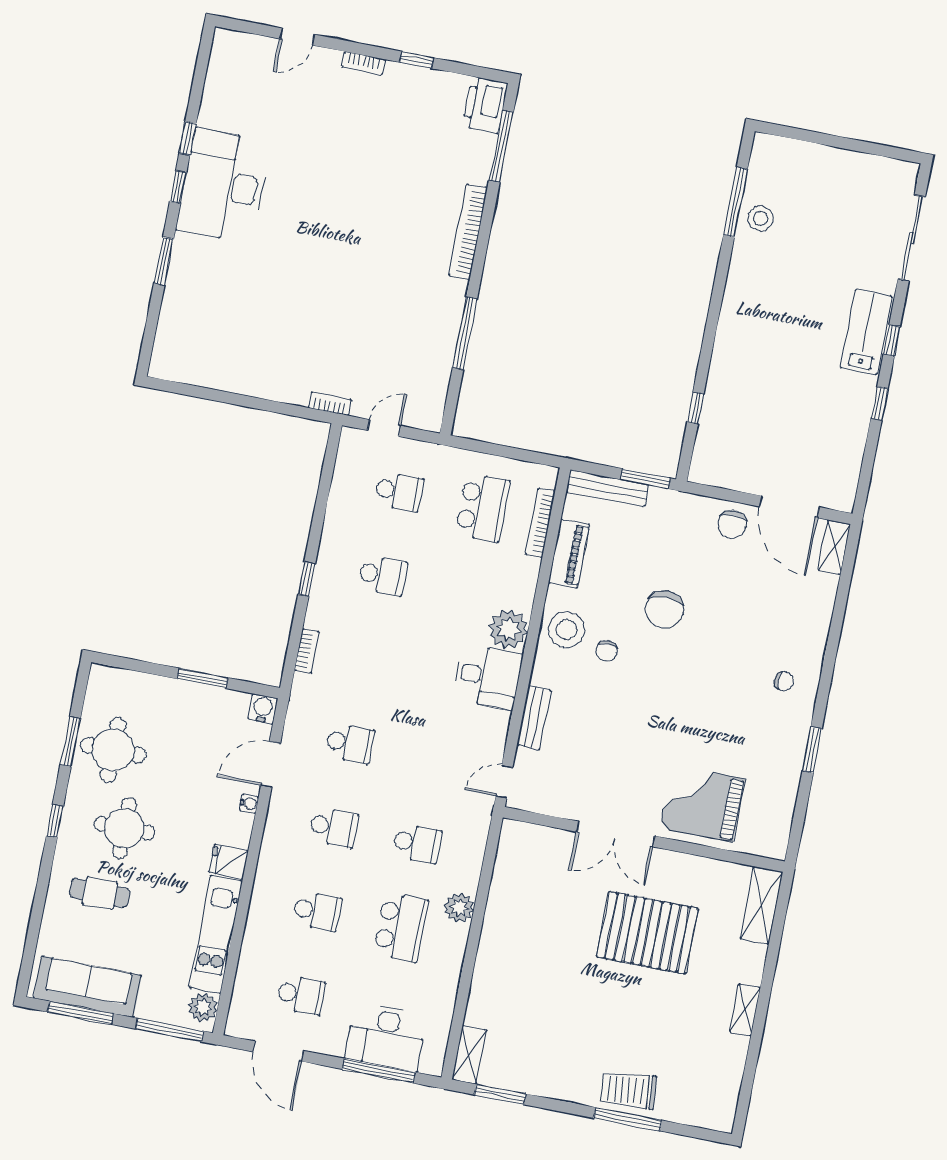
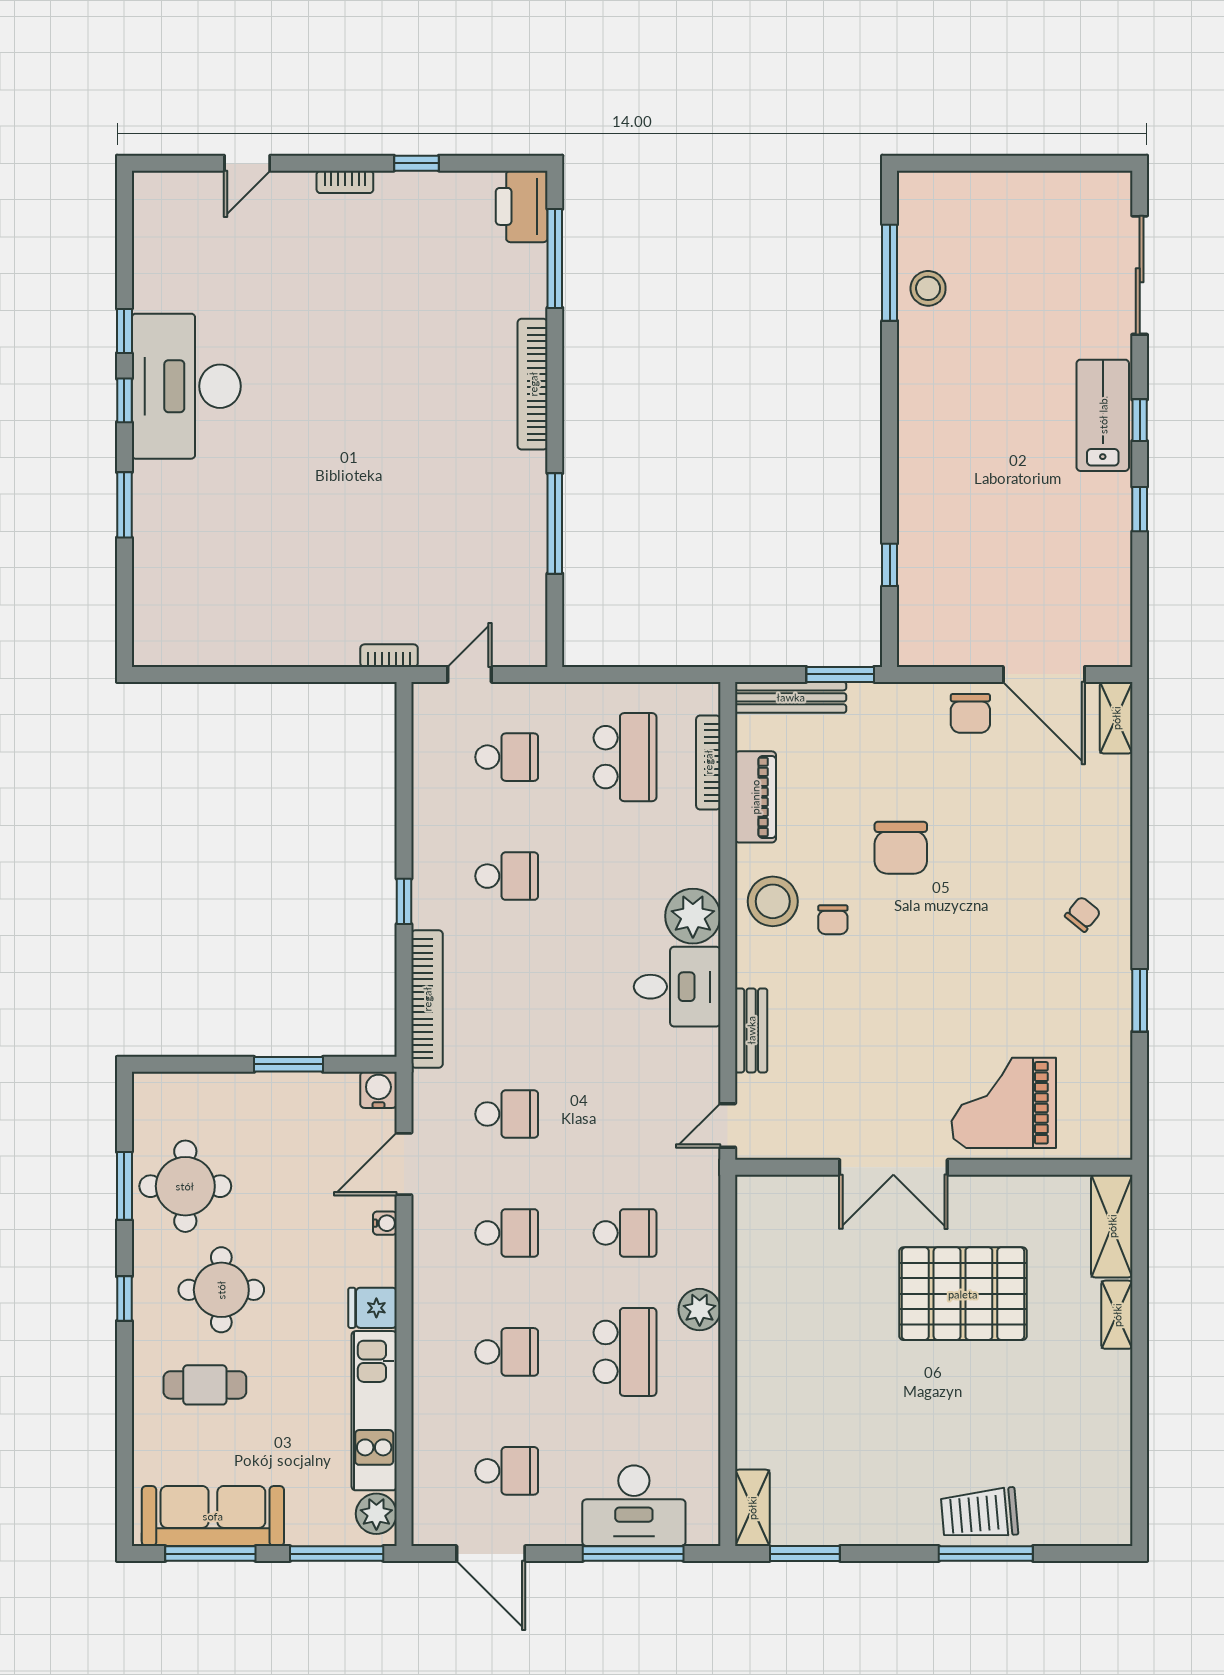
bookcase: (307, 651) -> (427, 999), width x2.31, depth x1.31
chair: (784, 681) -> (1083, 914), turned -51
shelving: (745, 1010) -> (1117, 1315), moved

